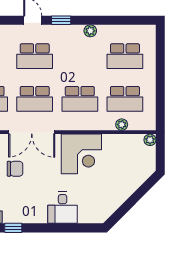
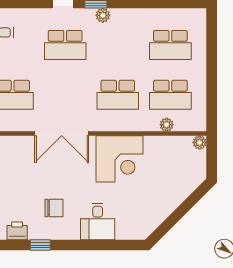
plant: (90, 31) -> (103, 15), moved
school desk: (35, 99) -> (65, 95), removed
chair: (15, 169) -> (54, 208), moved

